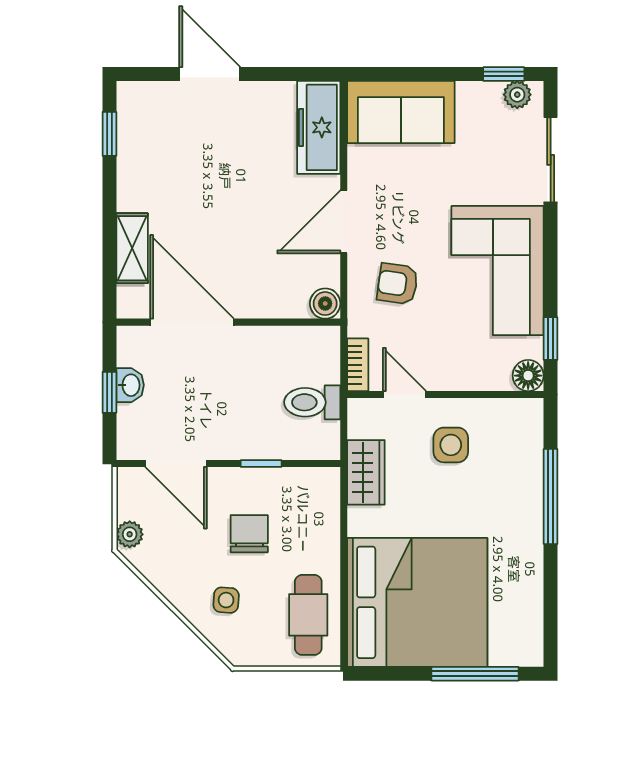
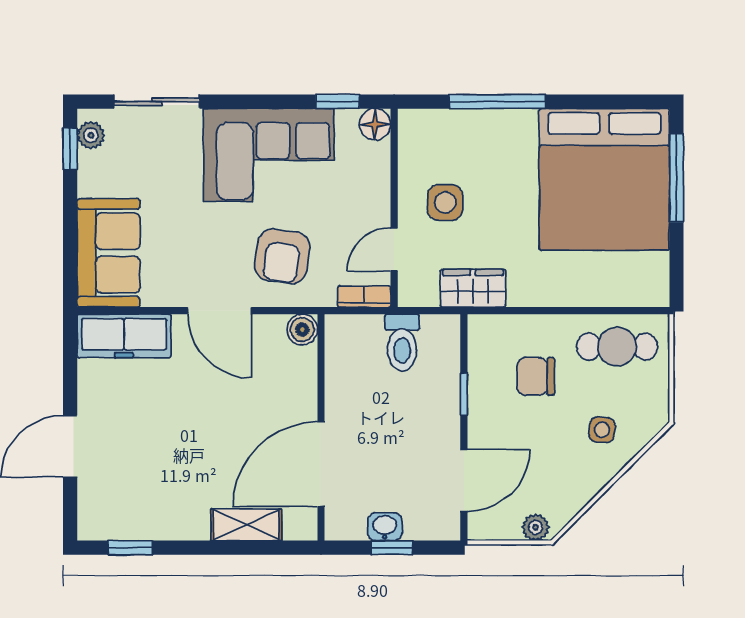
armchair: (398, 284) -> (282, 256), width x1.38, depth x1.38
chair: (249, 534) -> (536, 376), moved
bed: (417, 602) -> (604, 179), moved, turned 180

